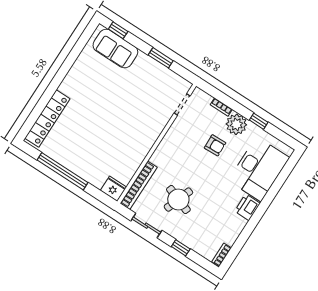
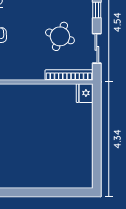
locker: (47, 118) -> (63, 181), removed
window: (62, 171) -> (97, 142), removed

